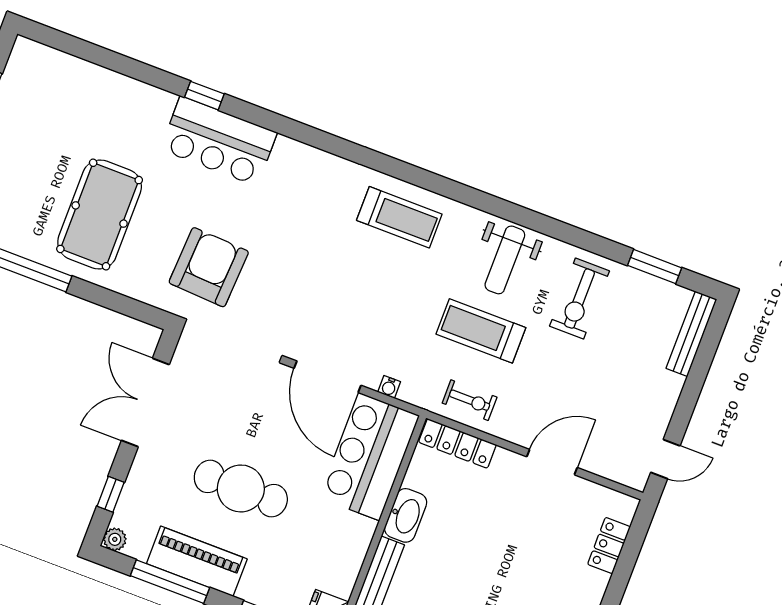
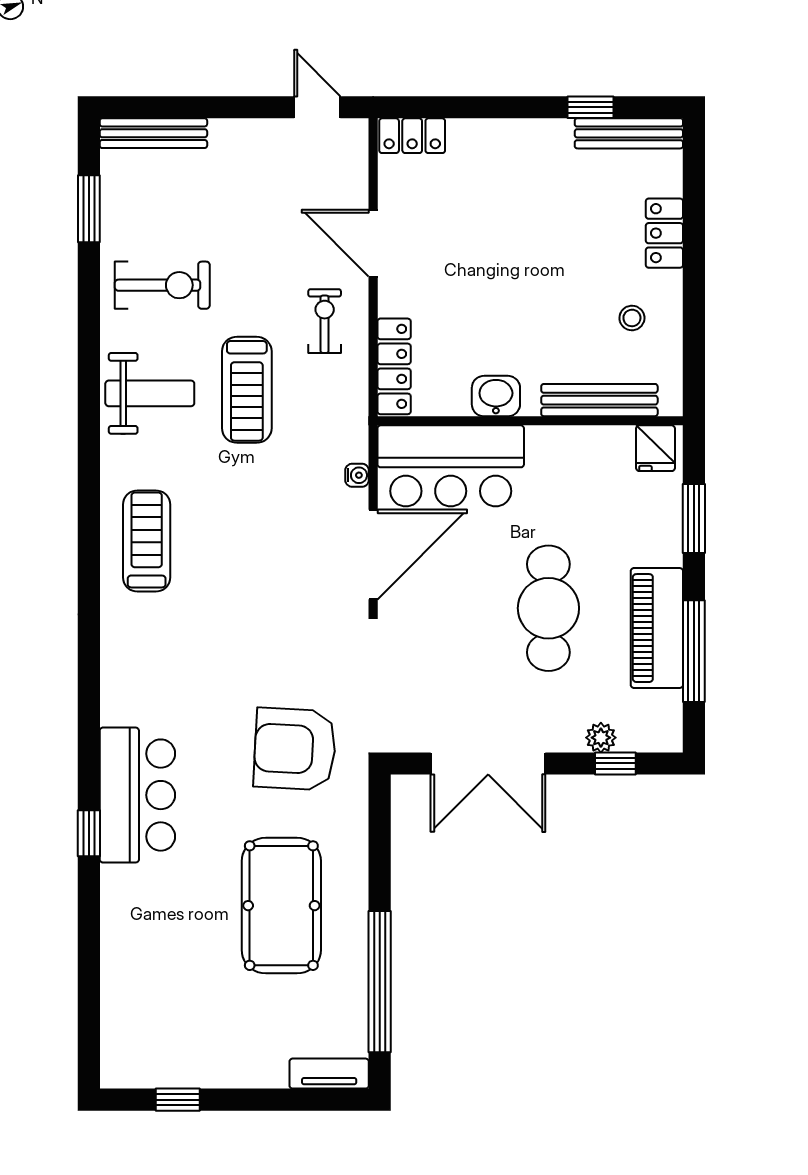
pool table: (100, 215) -> (281, 906), turned 90
exercise bike: (470, 400) -> (325, 321), moved
washbasin: (406, 515) -> (496, 396), width x0.72
plant: (115, 539) -> (601, 738), moved
locker: (609, 546) -> (412, 136), moved

